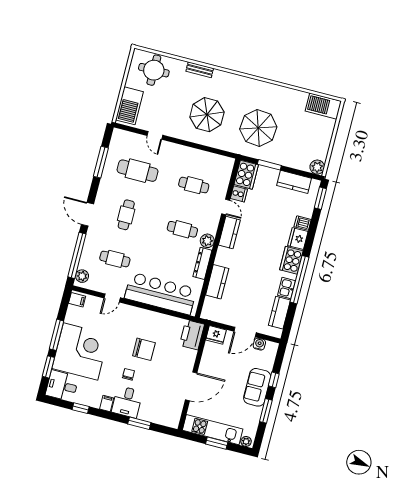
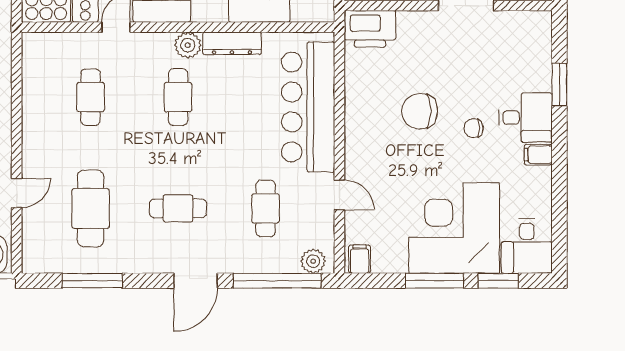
chair: (144, 349) -> (420, 111), turned -90
window: (81, 408) -> (559, 201), removed

